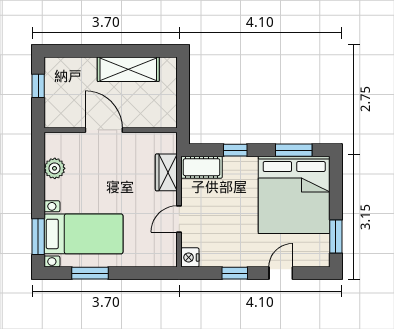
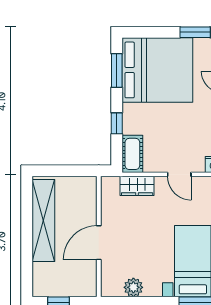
shelving: (128, 69) -> (43, 220), width x1.47

